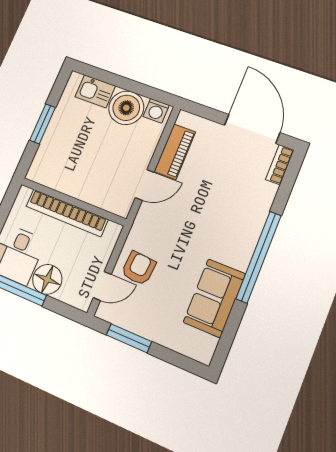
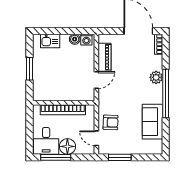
boiler: (126, 108) -> (75, 39), width x0.54, depth x0.54
plant: (252, 221) -> (156, 77), added
armchair: (139, 268) -> (111, 122), turned 88
door: (102, 286) -> (96, 138), swing flipped

